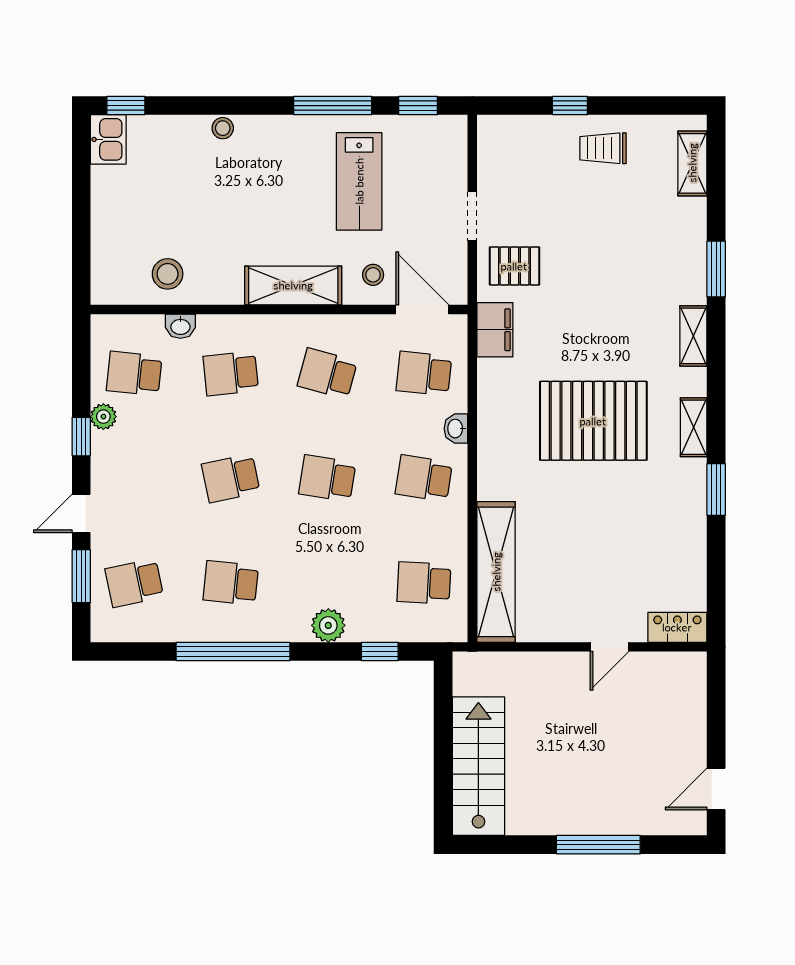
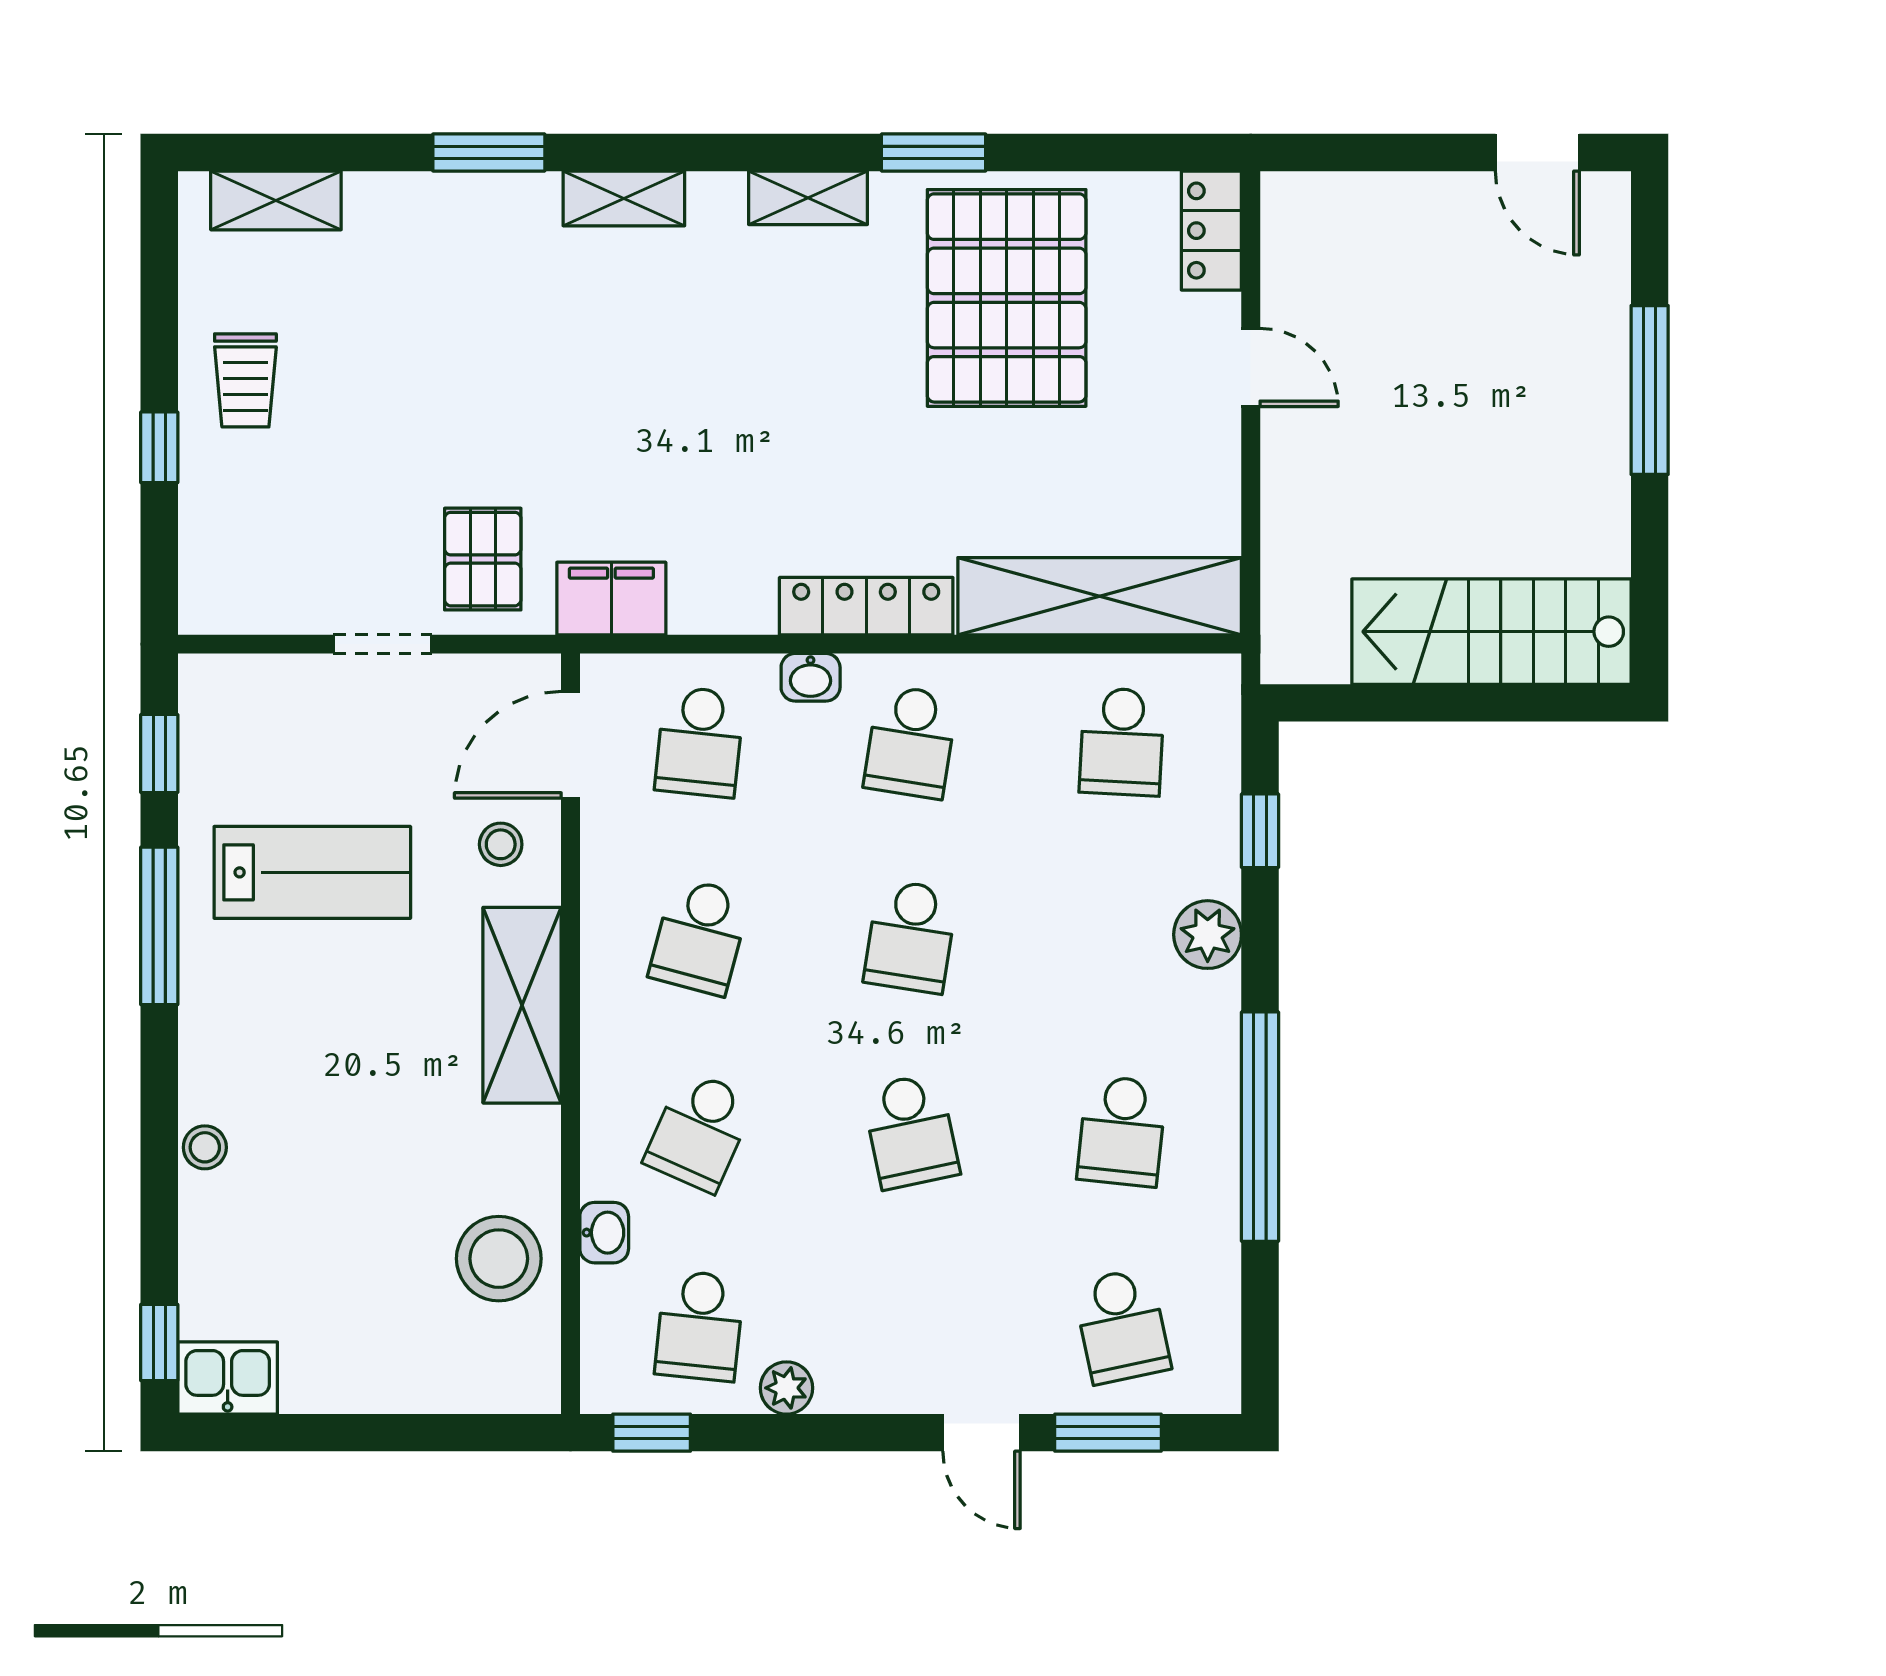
stool: (168, 274) -> (499, 1259), width x1.38, depth x1.38
school desk: (231, 373) -> (699, 1131), turned 30
pallet: (593, 421) -> (1007, 298), moved
window: (81, 437) -> (652, 1433), moved
locker: (491, 456) -> (866, 606), added

